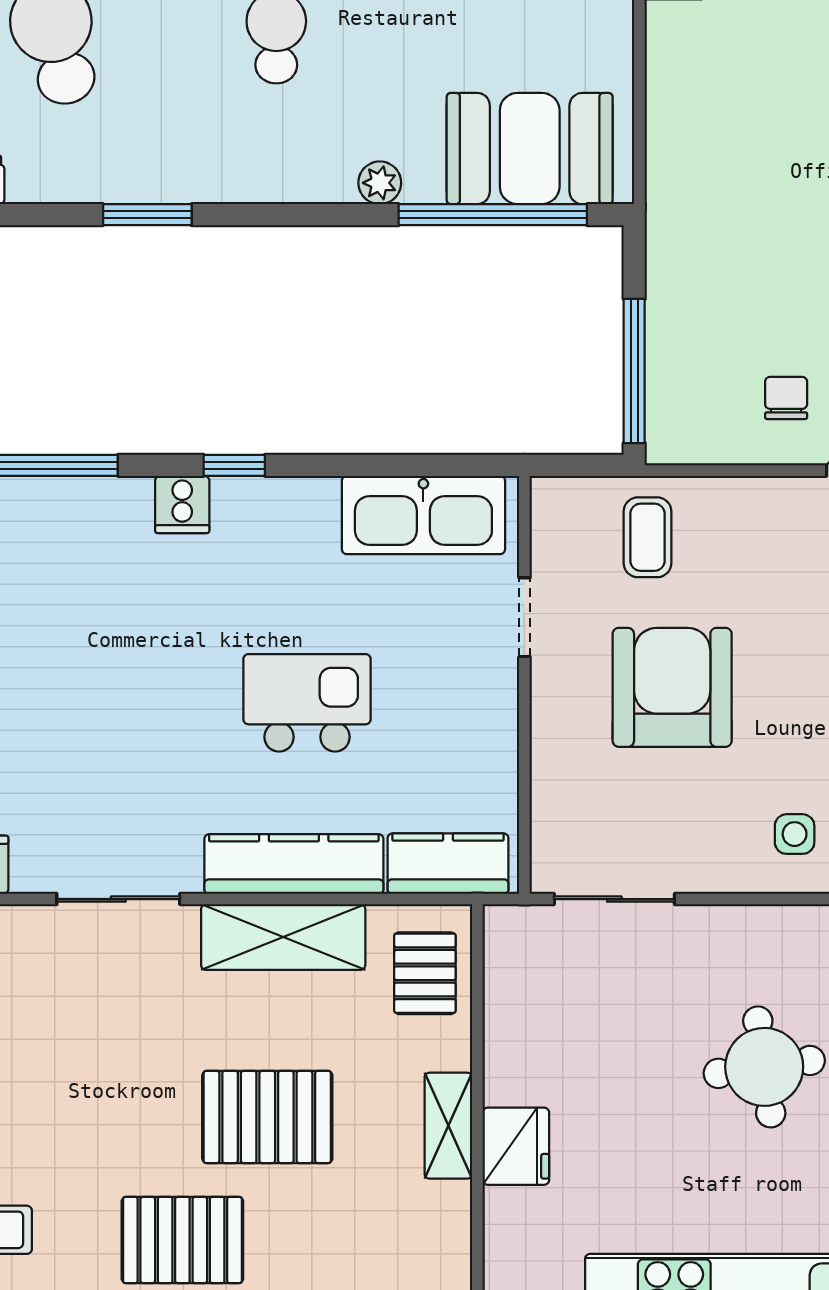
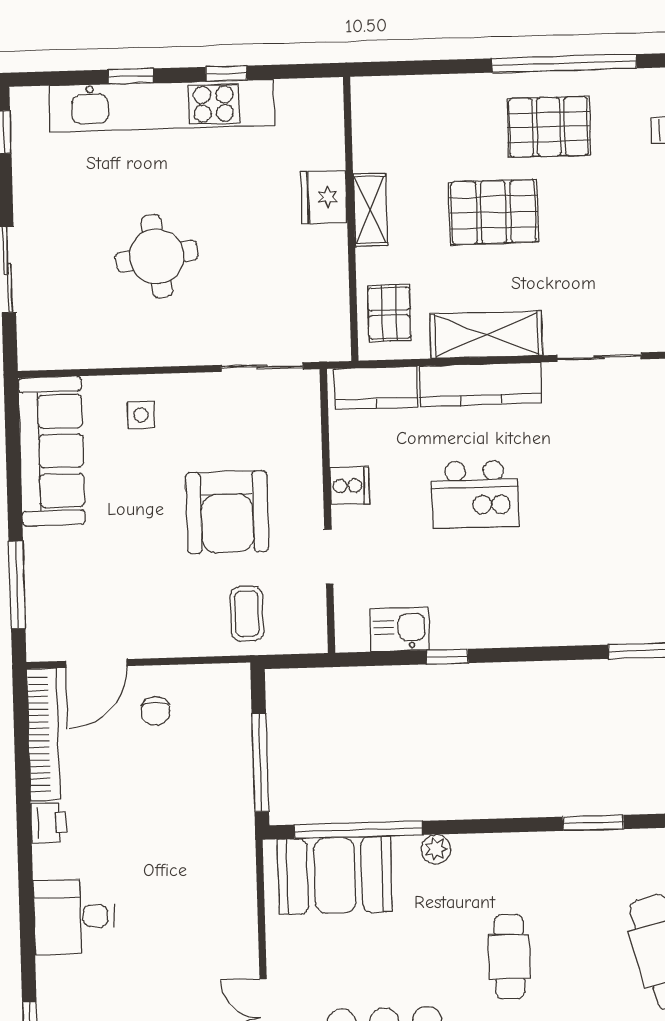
window: (634, 371) -> (260, 763), moved
window: (234, 465) -> (447, 657), moved
cooker: (182, 504) -> (350, 486), moved, turned 90
kitchen sink: (423, 515) -> (400, 629), width x0.53, depth x0.81

